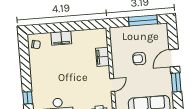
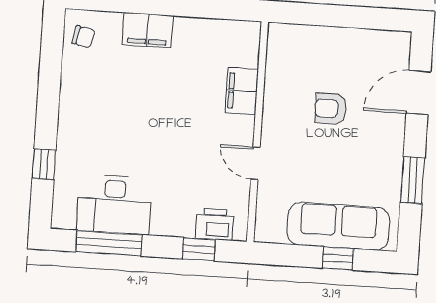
window: (143, 21) -> (354, 17), removed
door: (174, 58) -> (418, 93), moved
door: (112, 85) -> (255, 163), swing flipped

